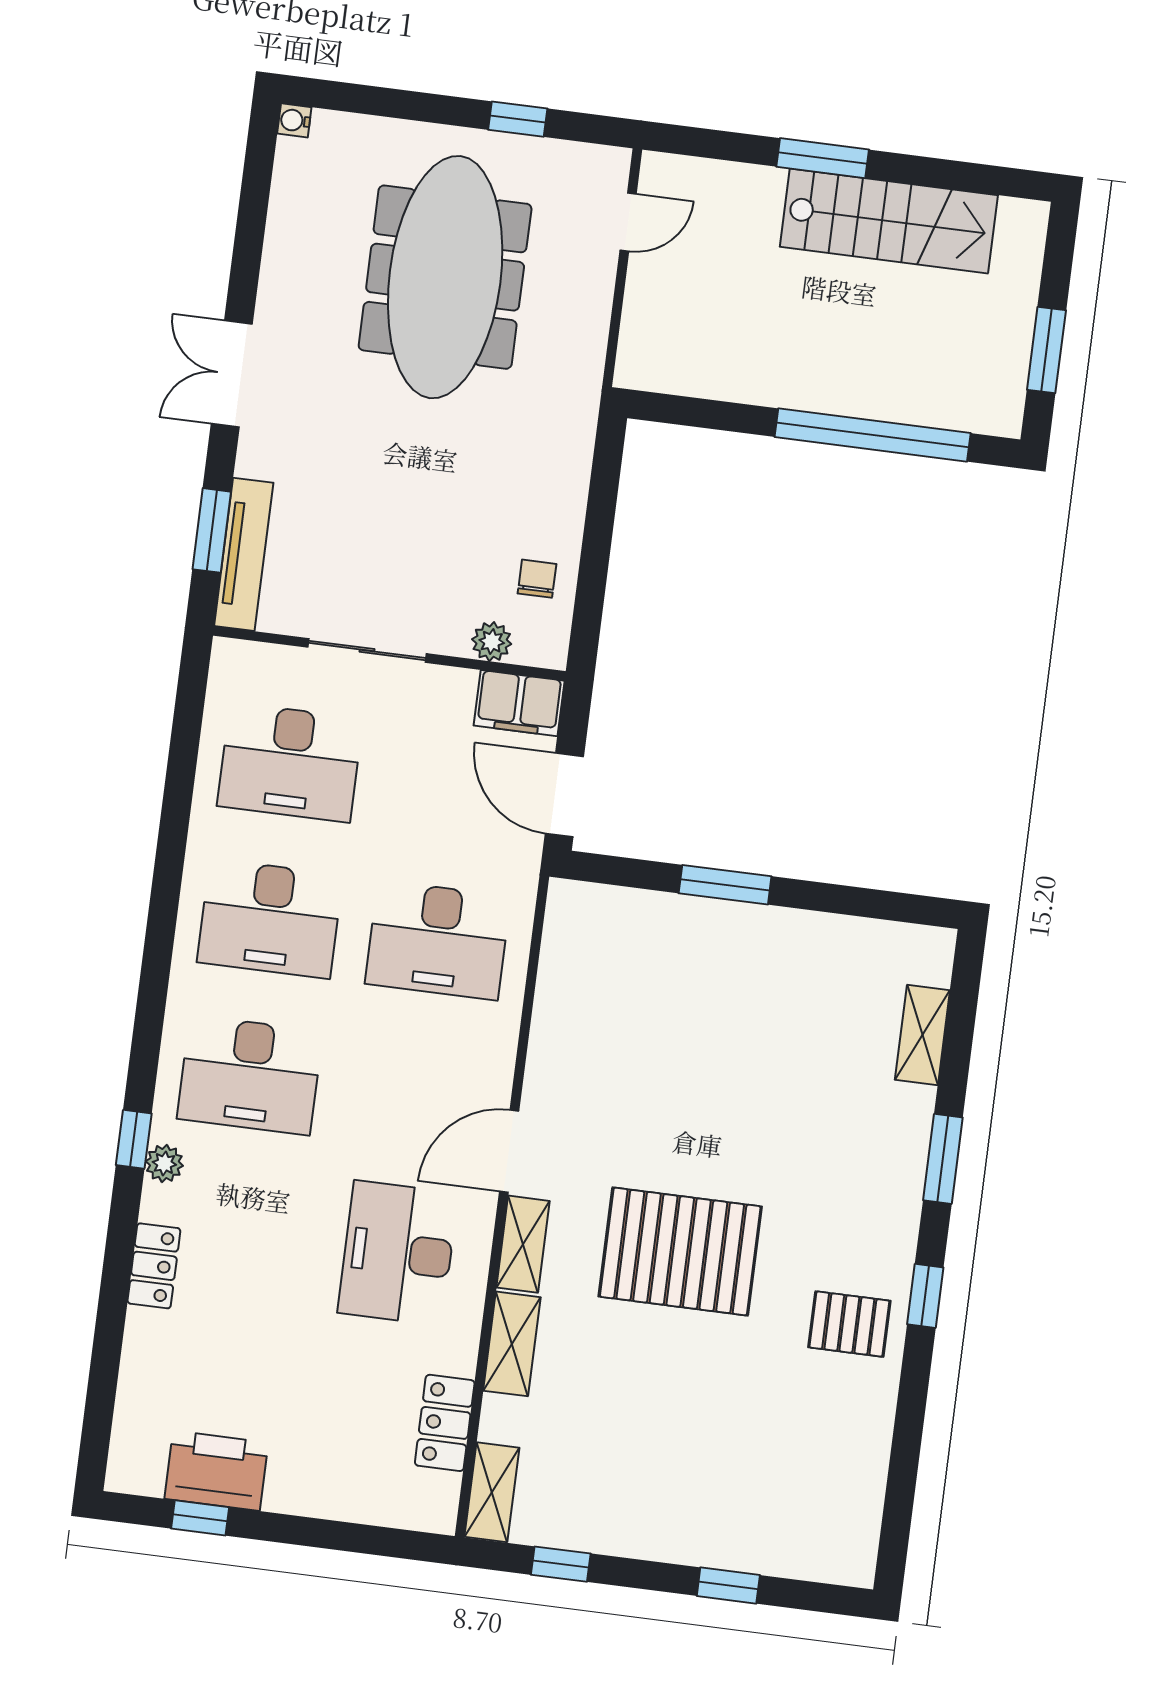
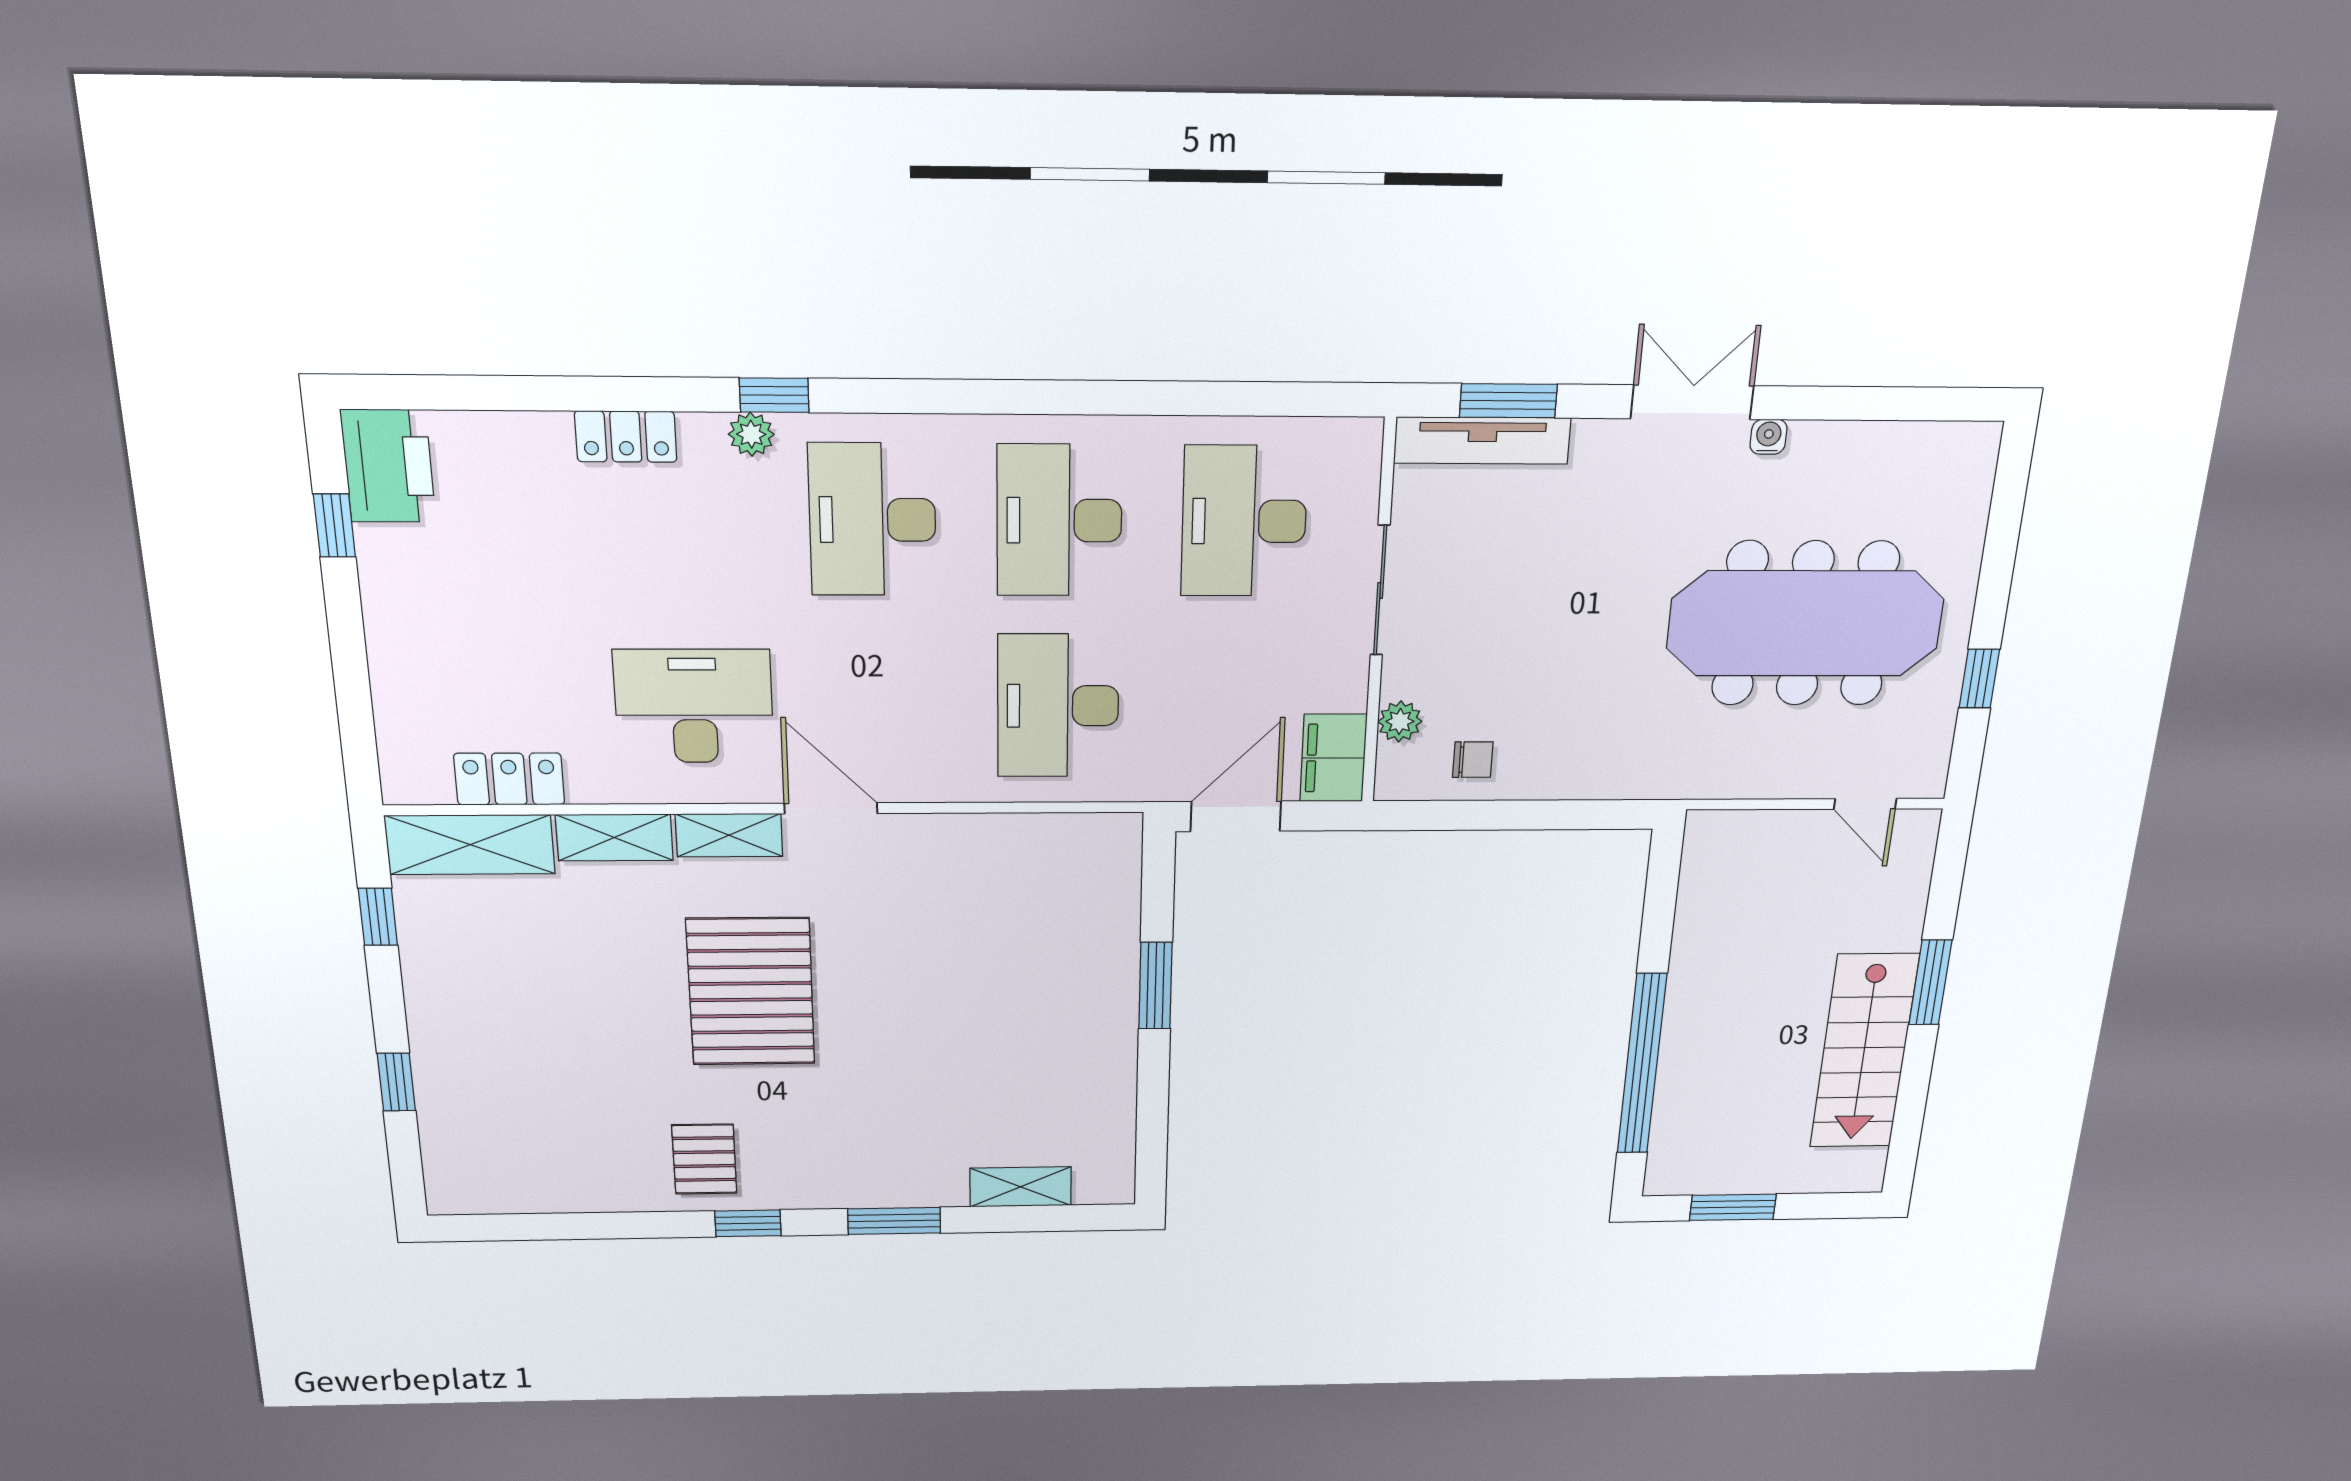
water cooler: (294, 120) -> (1768, 437), moved
printer: (216, 1471) -> (388, 466), moved
shelving: (492, 1492) -> (470, 845), width x1.50, depth x1.33

